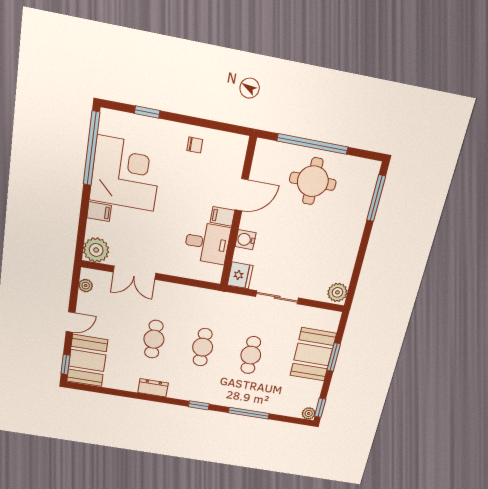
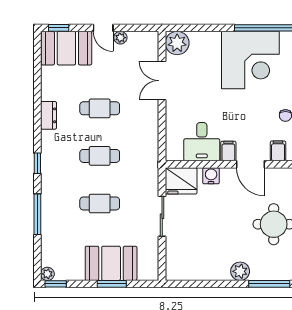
filing cabinet: (99, 212) -> (278, 151), moved, turned 180
fridge: (240, 275) -> (181, 181), width x1.36, depth x1.34
plant: (86, 286) -> (120, 38), moved
plant: (337, 292) -> (240, 271), moved

